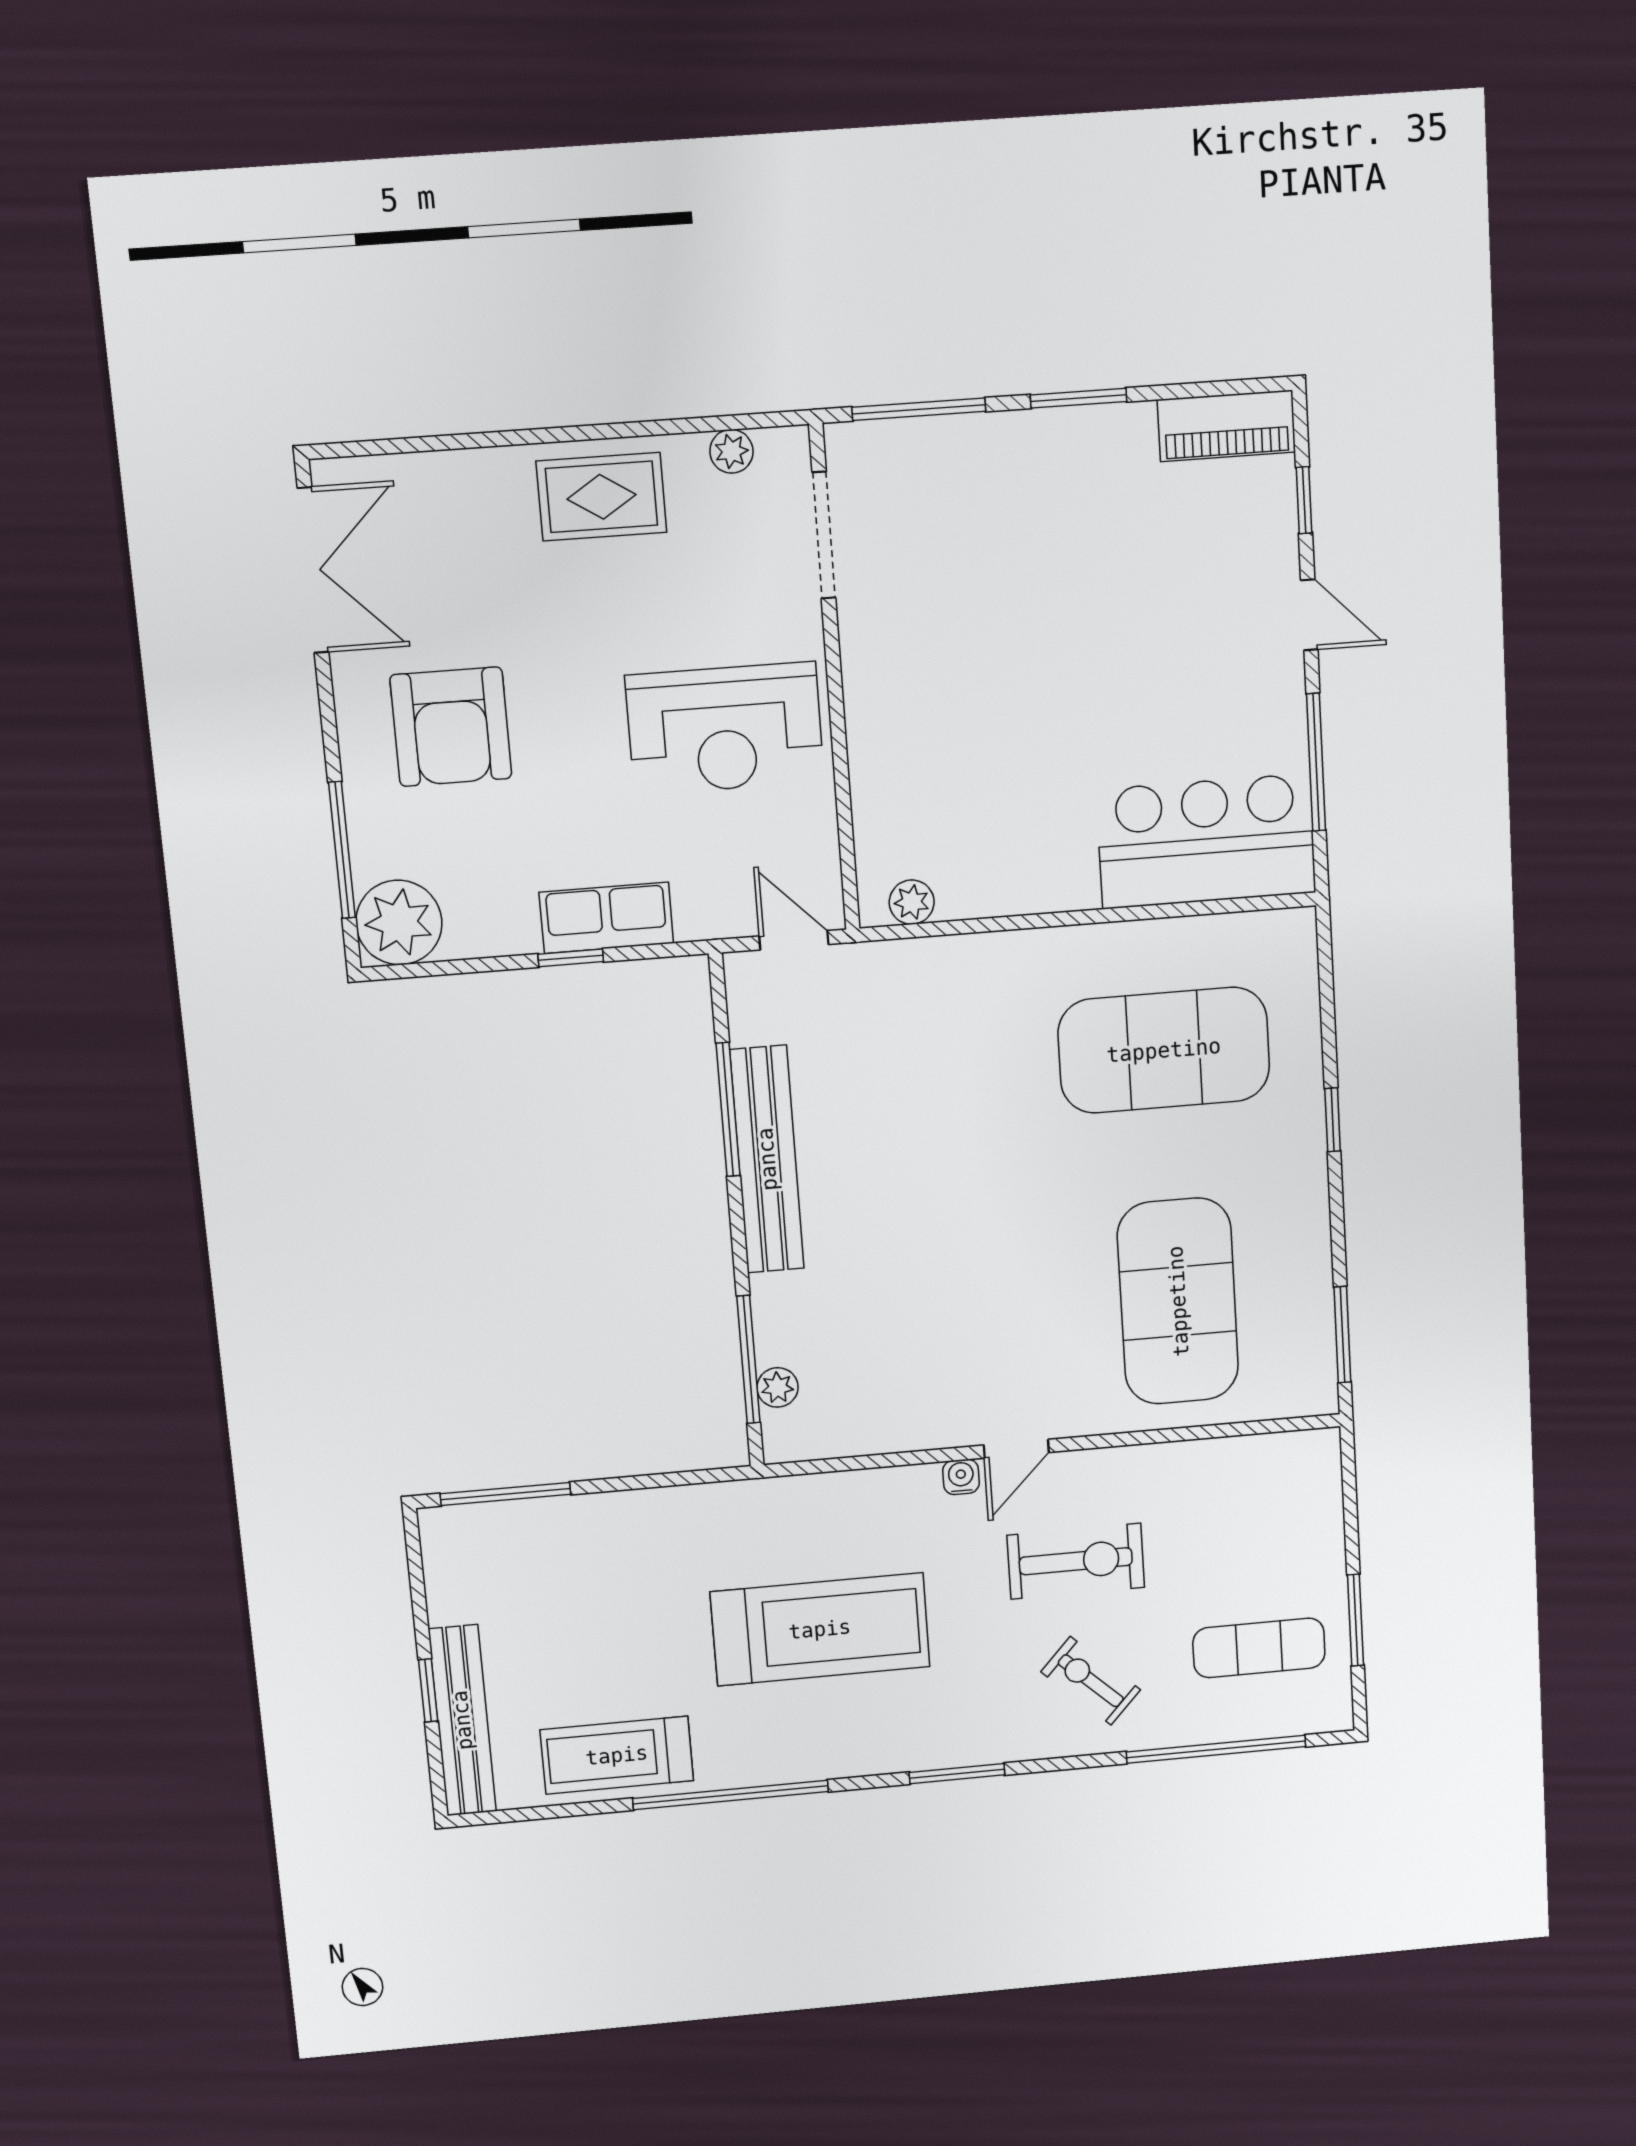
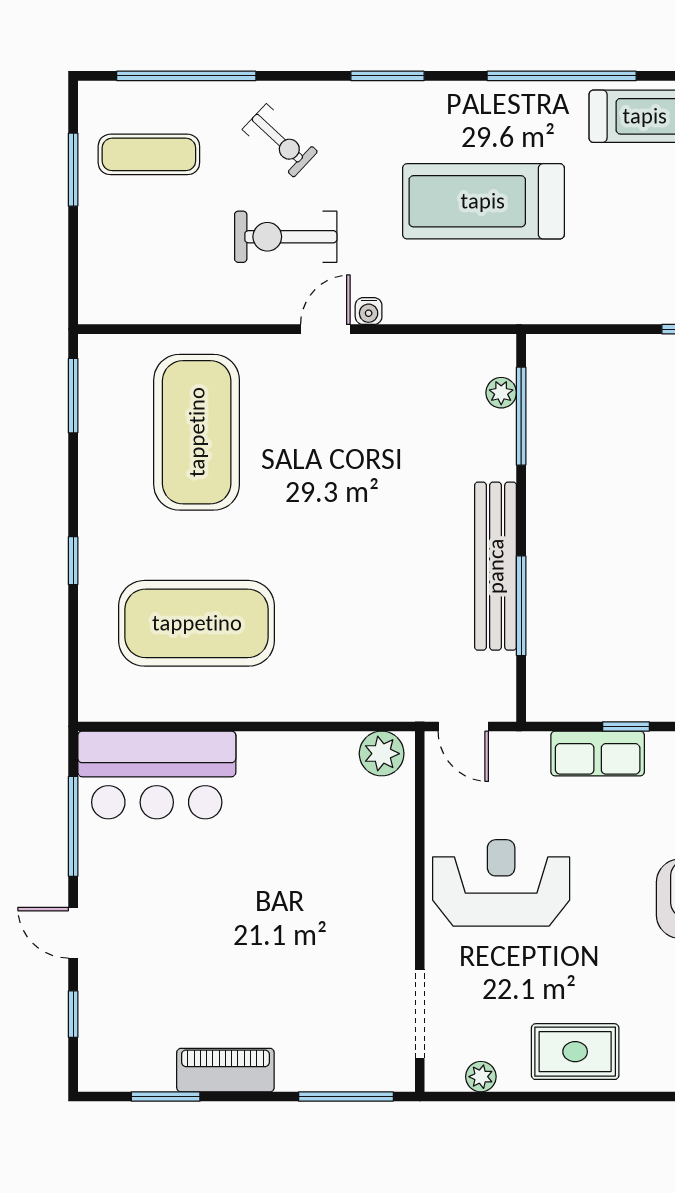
window: (1079, 398) -> (166, 1097), moved
piano: (1226, 426) -> (225, 1070), moved
plant: (912, 902) -> (382, 754), width x1.38, depth x1.38

